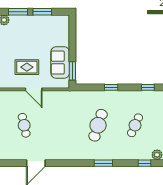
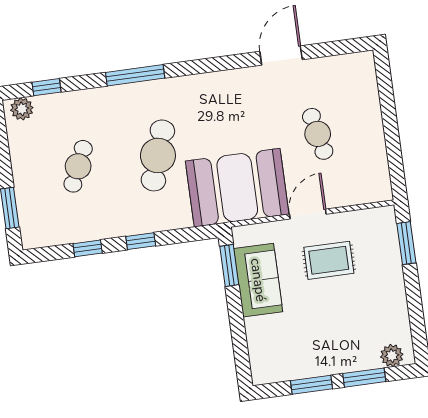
window: (148, 87) -> (88, 248), moved
door: (34, 89) -> (308, 214), hinge flipped
booth: (64, 106) -> (237, 188), added
window: (103, 163) -> (135, 75), width x1.44

